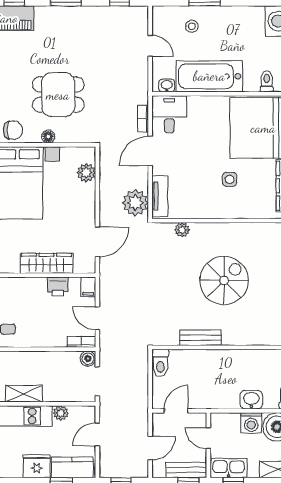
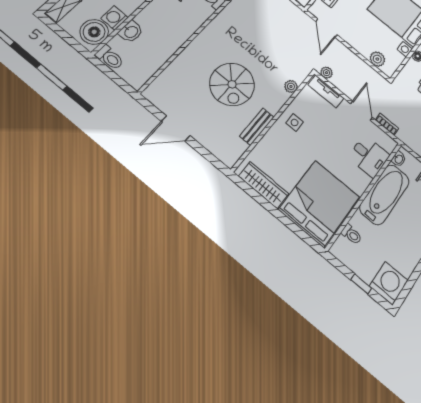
desk: (169, 114) -> (369, 156), moved
side table: (230, 179) -> (295, 123), moved
plant: (135, 203) -> (327, 73), width x0.53, depth x0.53
bench: (201, 338) -> (257, 127), moved

